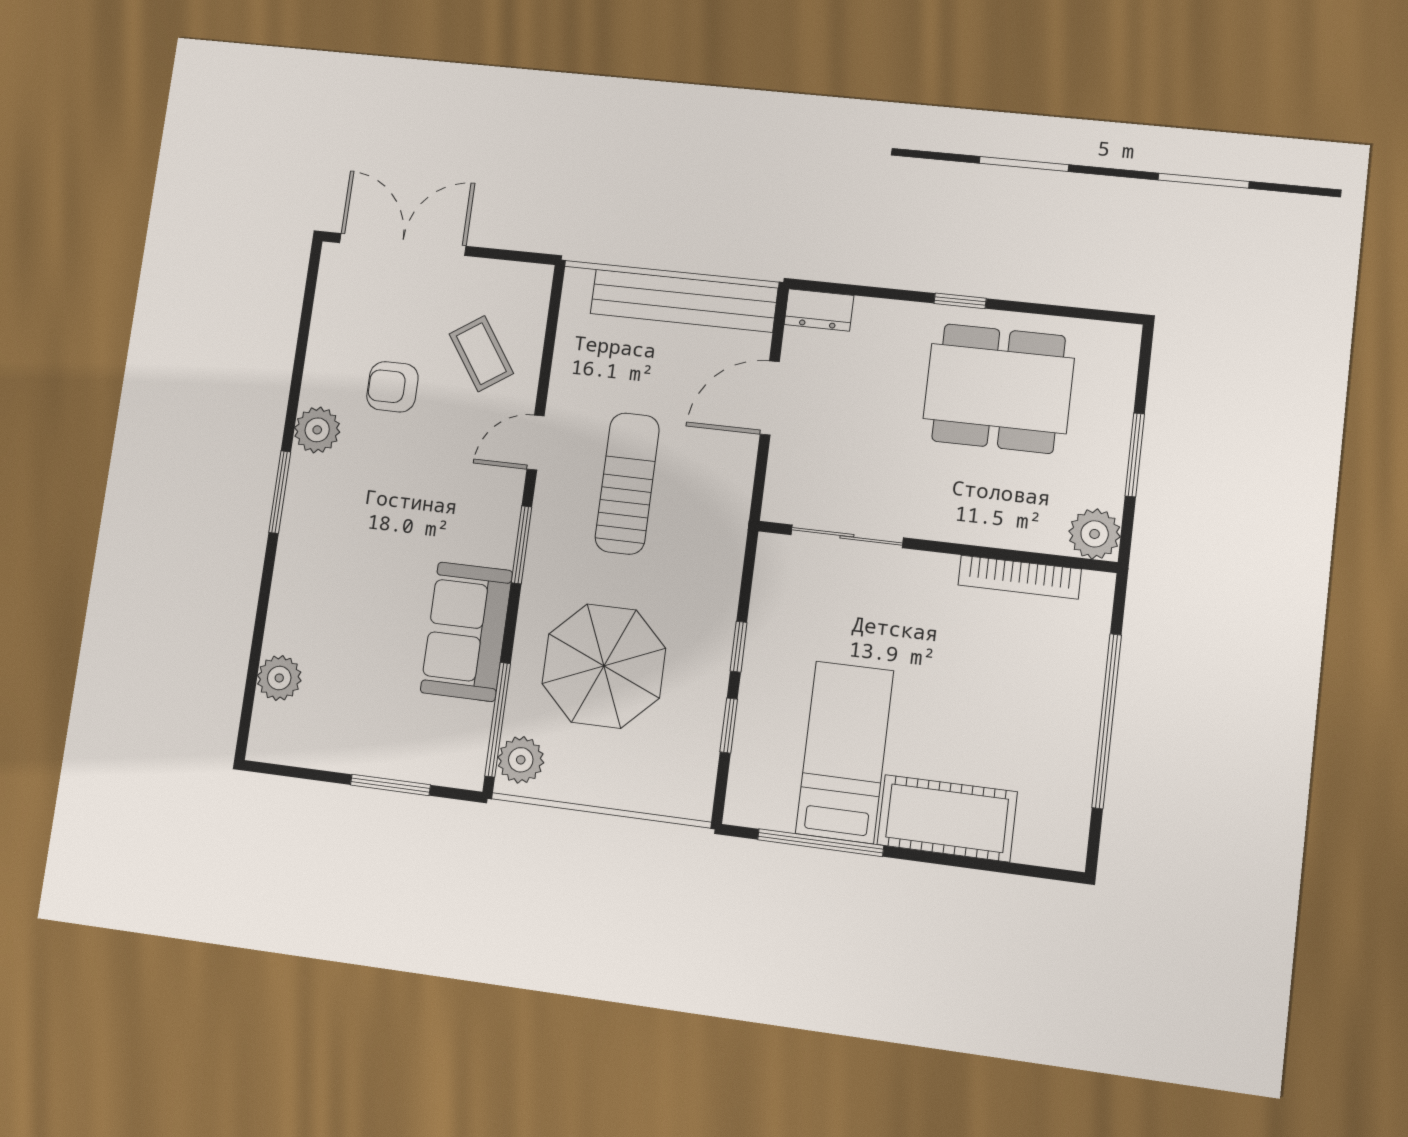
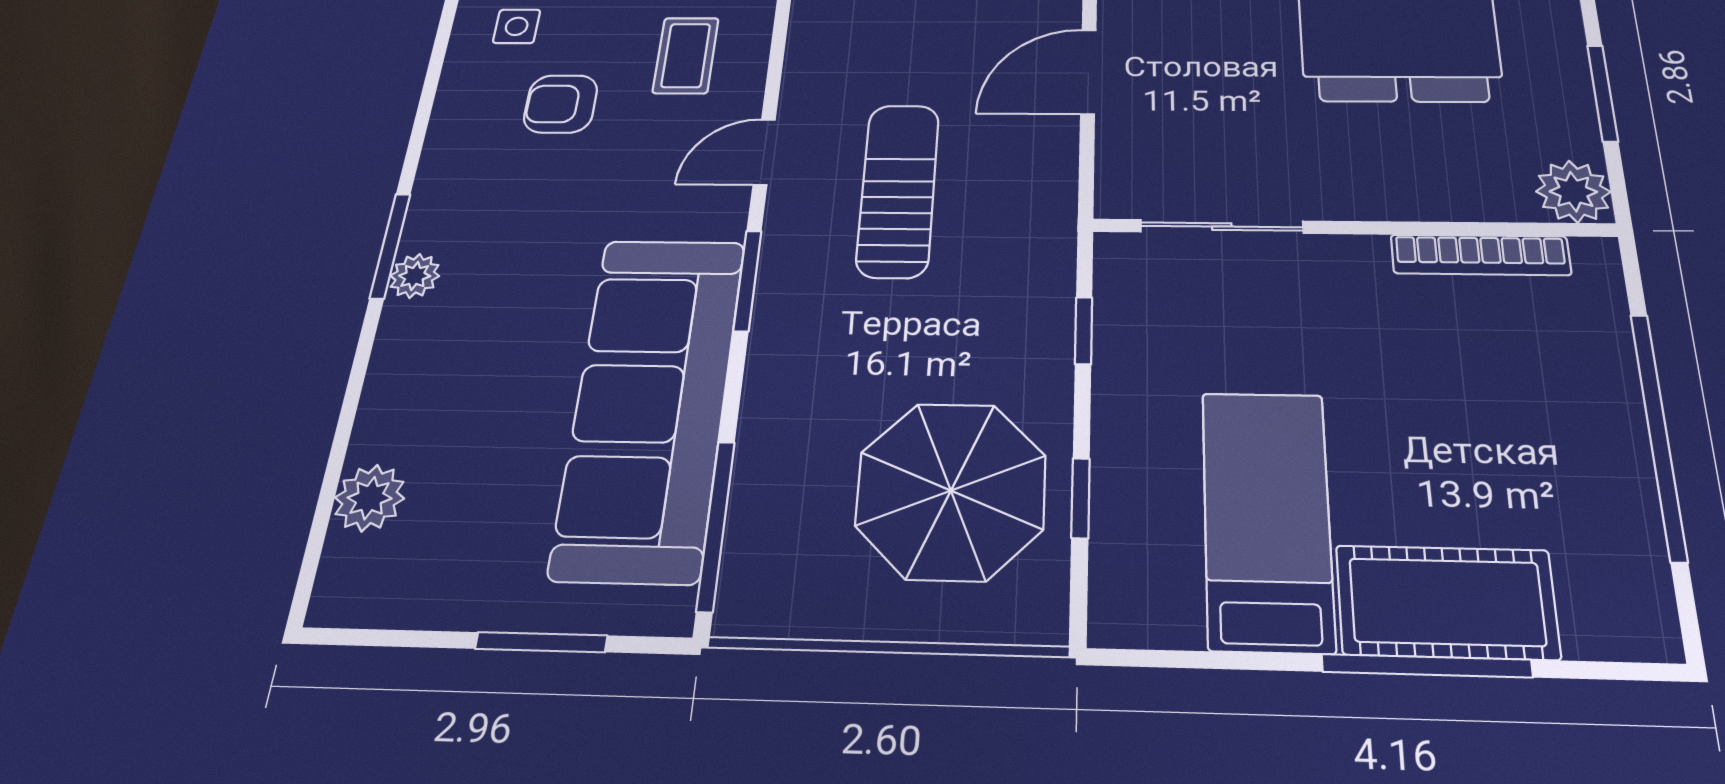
side table: (359, 315) -> (517, 26), added
coffee table: (481, 354) -> (686, 55), turned 34
plant: (317, 430) -> (415, 276), moved, width x0.73, depth x0.73
sofa: (466, 632) -> (650, 404), width x1.85, depth x1.27
window: (739, 647) -> (1084, 331), moved
parasol: (604, 666) -> (951, 491), moved
plant: (521, 760) -> (754, 582), removed
window: (821, 843) -> (1427, 666), moved

